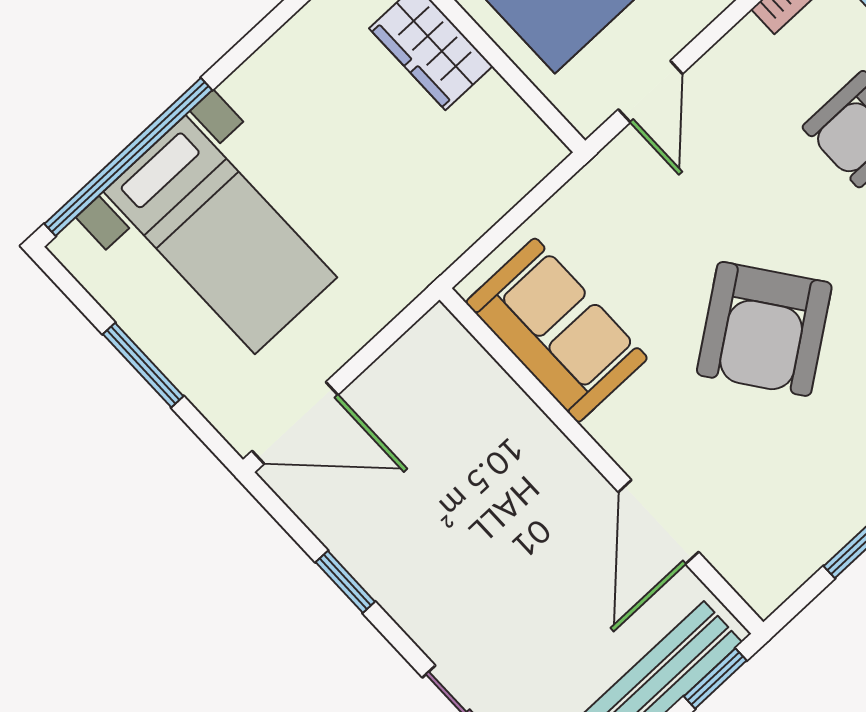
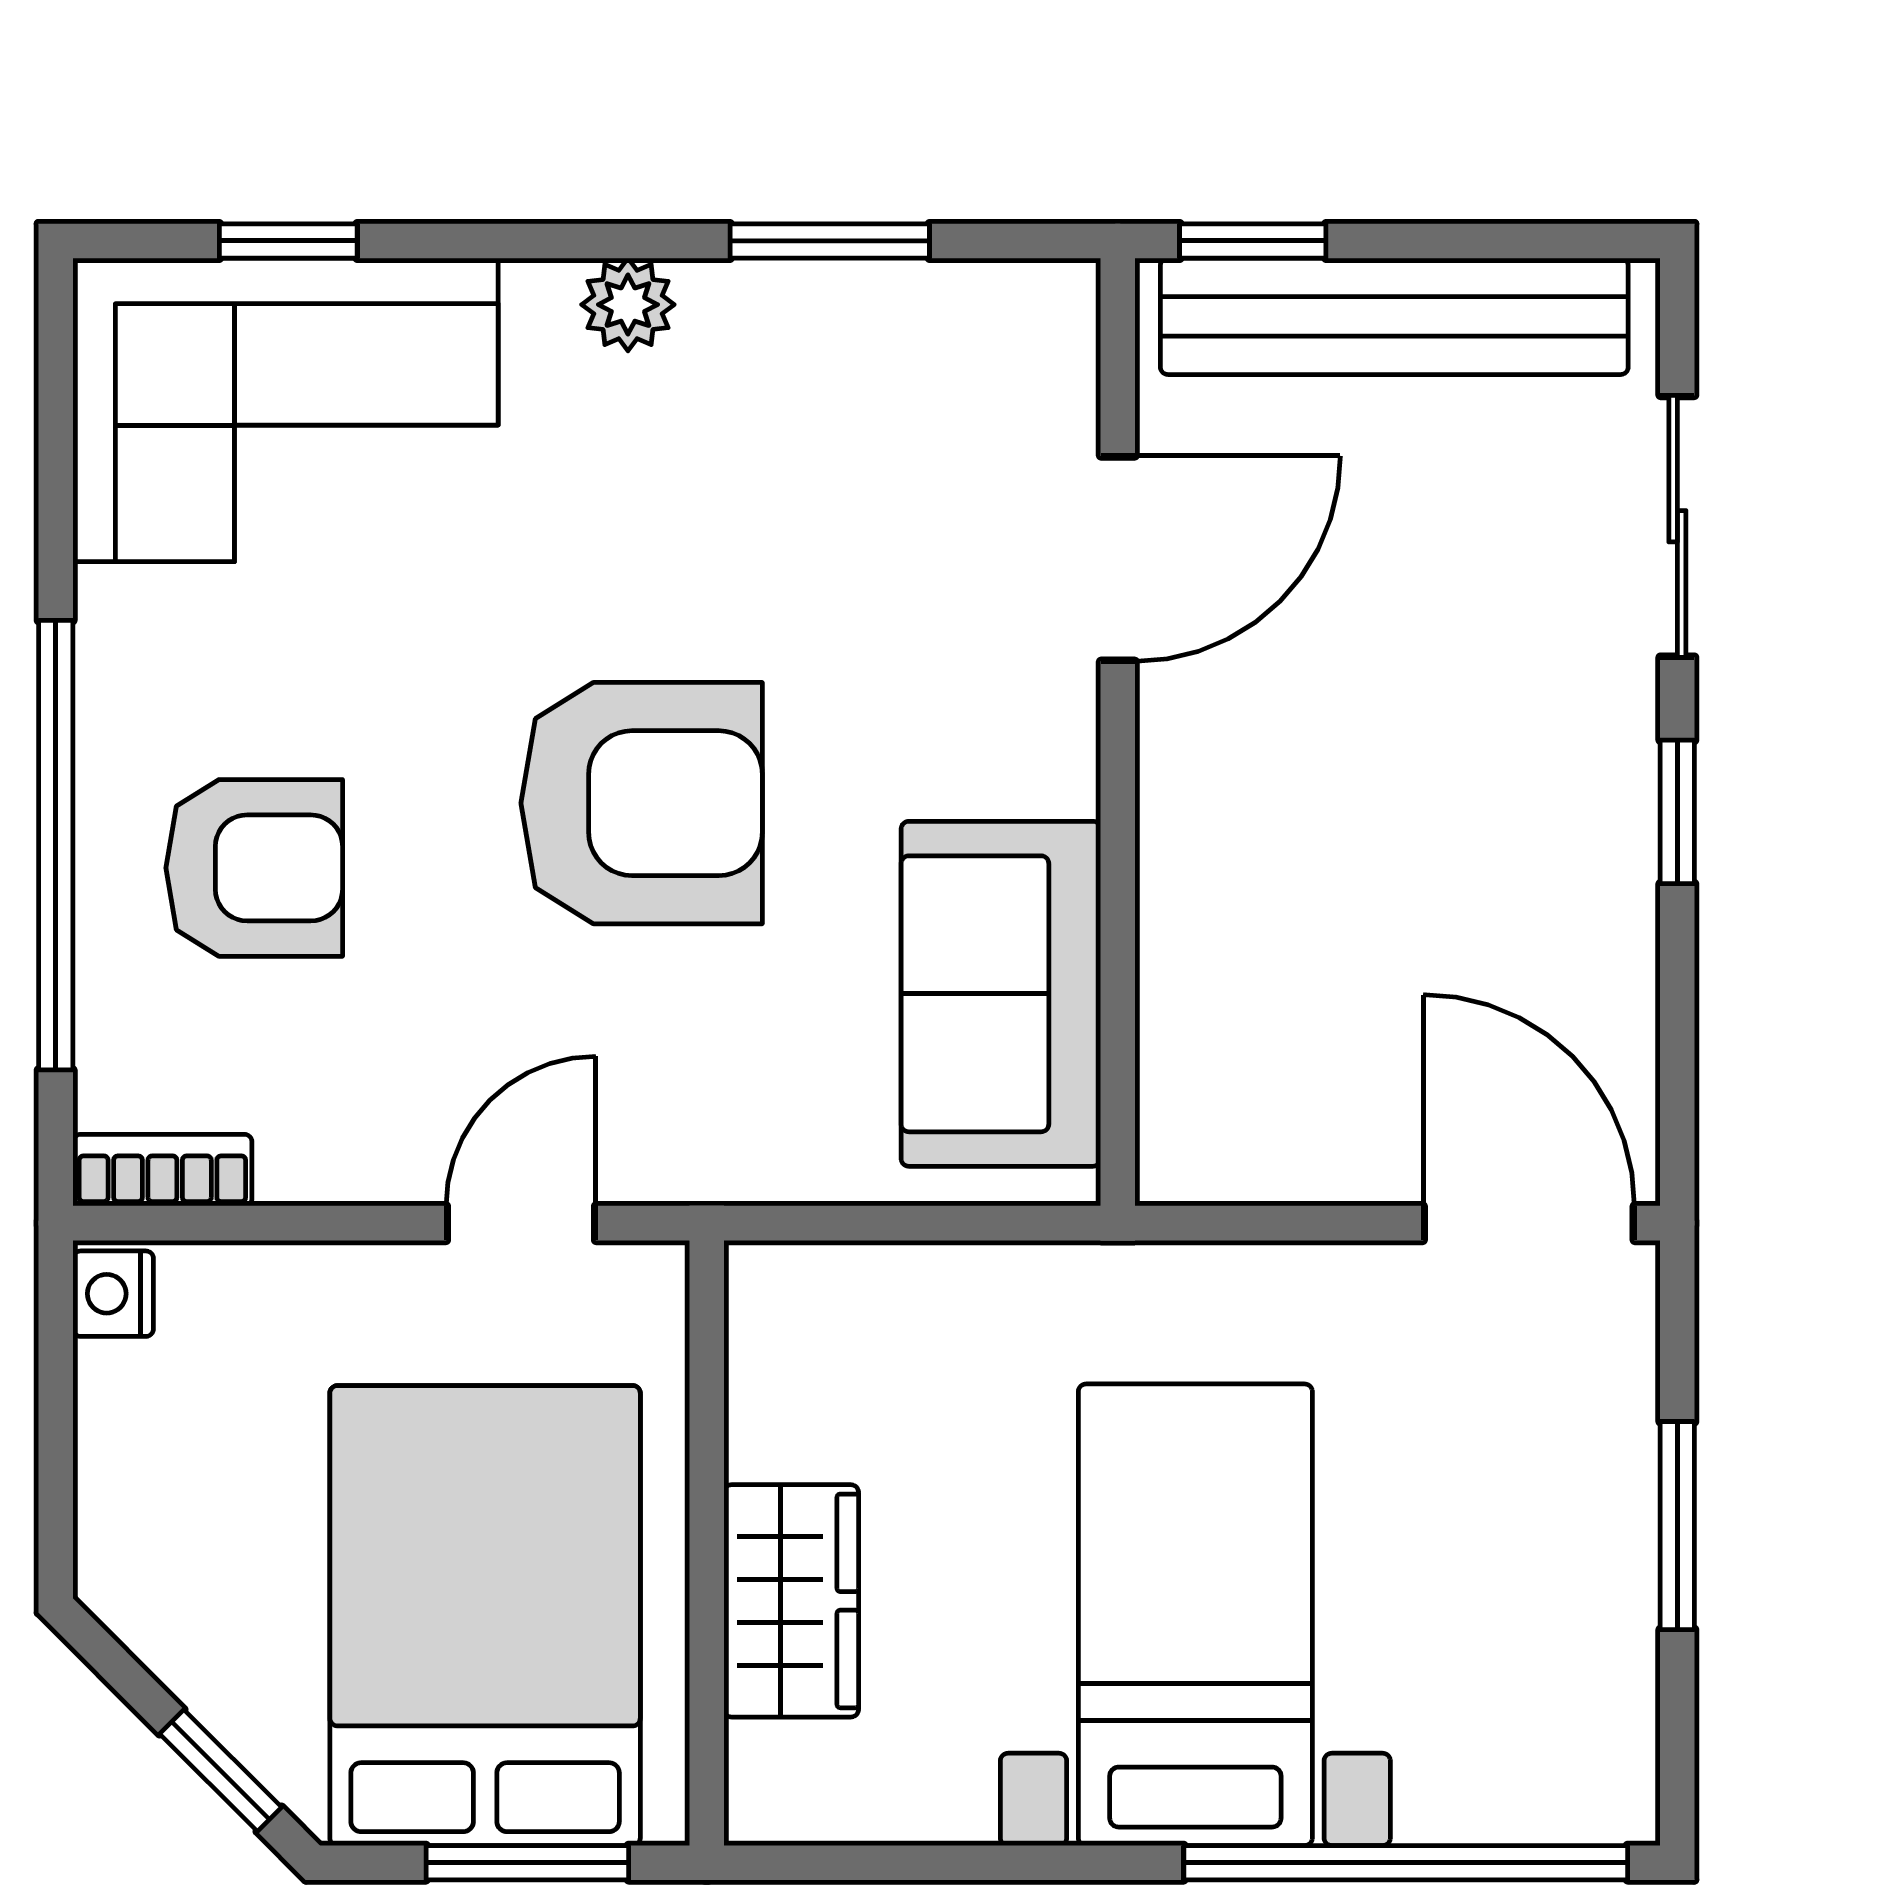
bed with nightstands: (220, 235) -> (1195, 1615), moved
armchair: (764, 329) -> (642, 803), moved, turned 36
window: (345, 582) -> (1677, 812), moved

